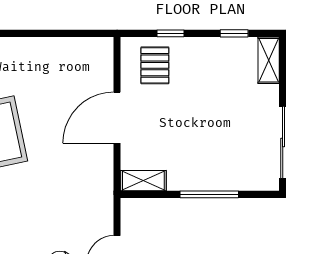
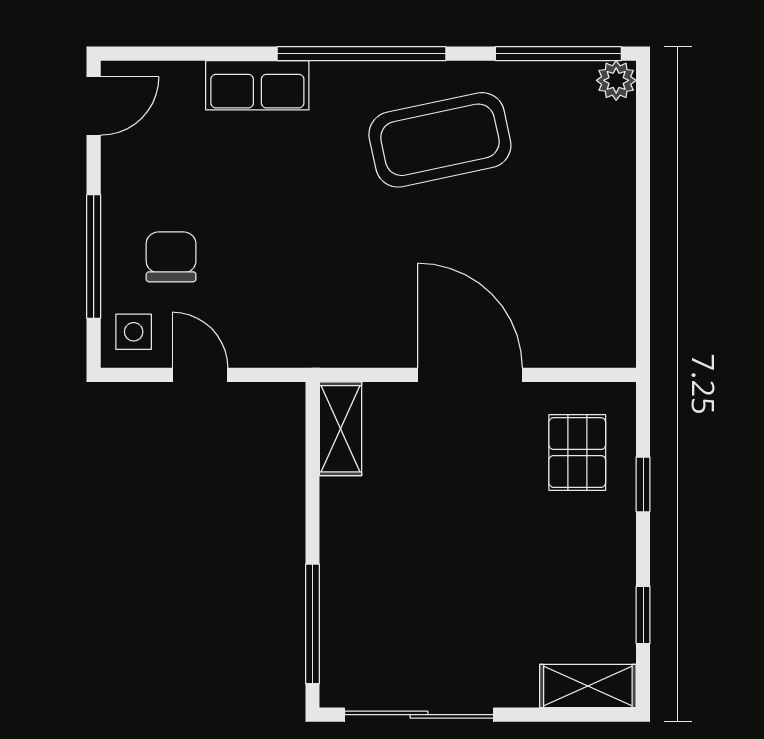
pallet: (155, 65) -> (577, 453), turned 90
window: (209, 194) -> (312, 624), moved

